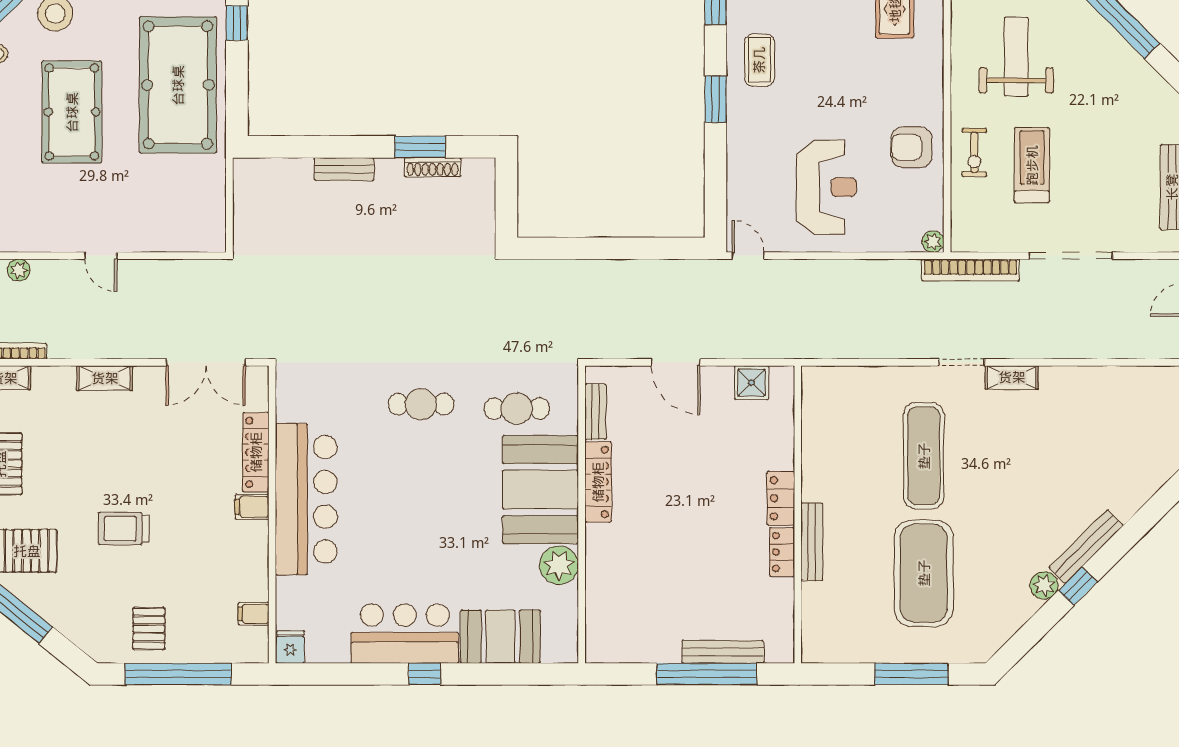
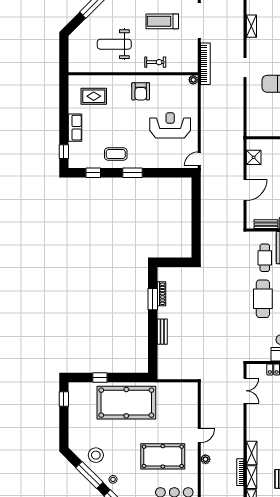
pool table: (72, 112) -> (163, 456), moved
armchair: (911, 147) -> (141, 91), moved
treadmill: (1032, 165) -> (162, 21), moved
plant: (19, 270) -> (205, 459), moved
double door: (206, 362) -> (245, 391), width x0.73
shelving: (1012, 377) -> (251, 26), moved
shelving: (105, 378) -> (252, 453), moved
cafe table: (421, 404) -> (263, 299), width x1.37, depth x1.35

